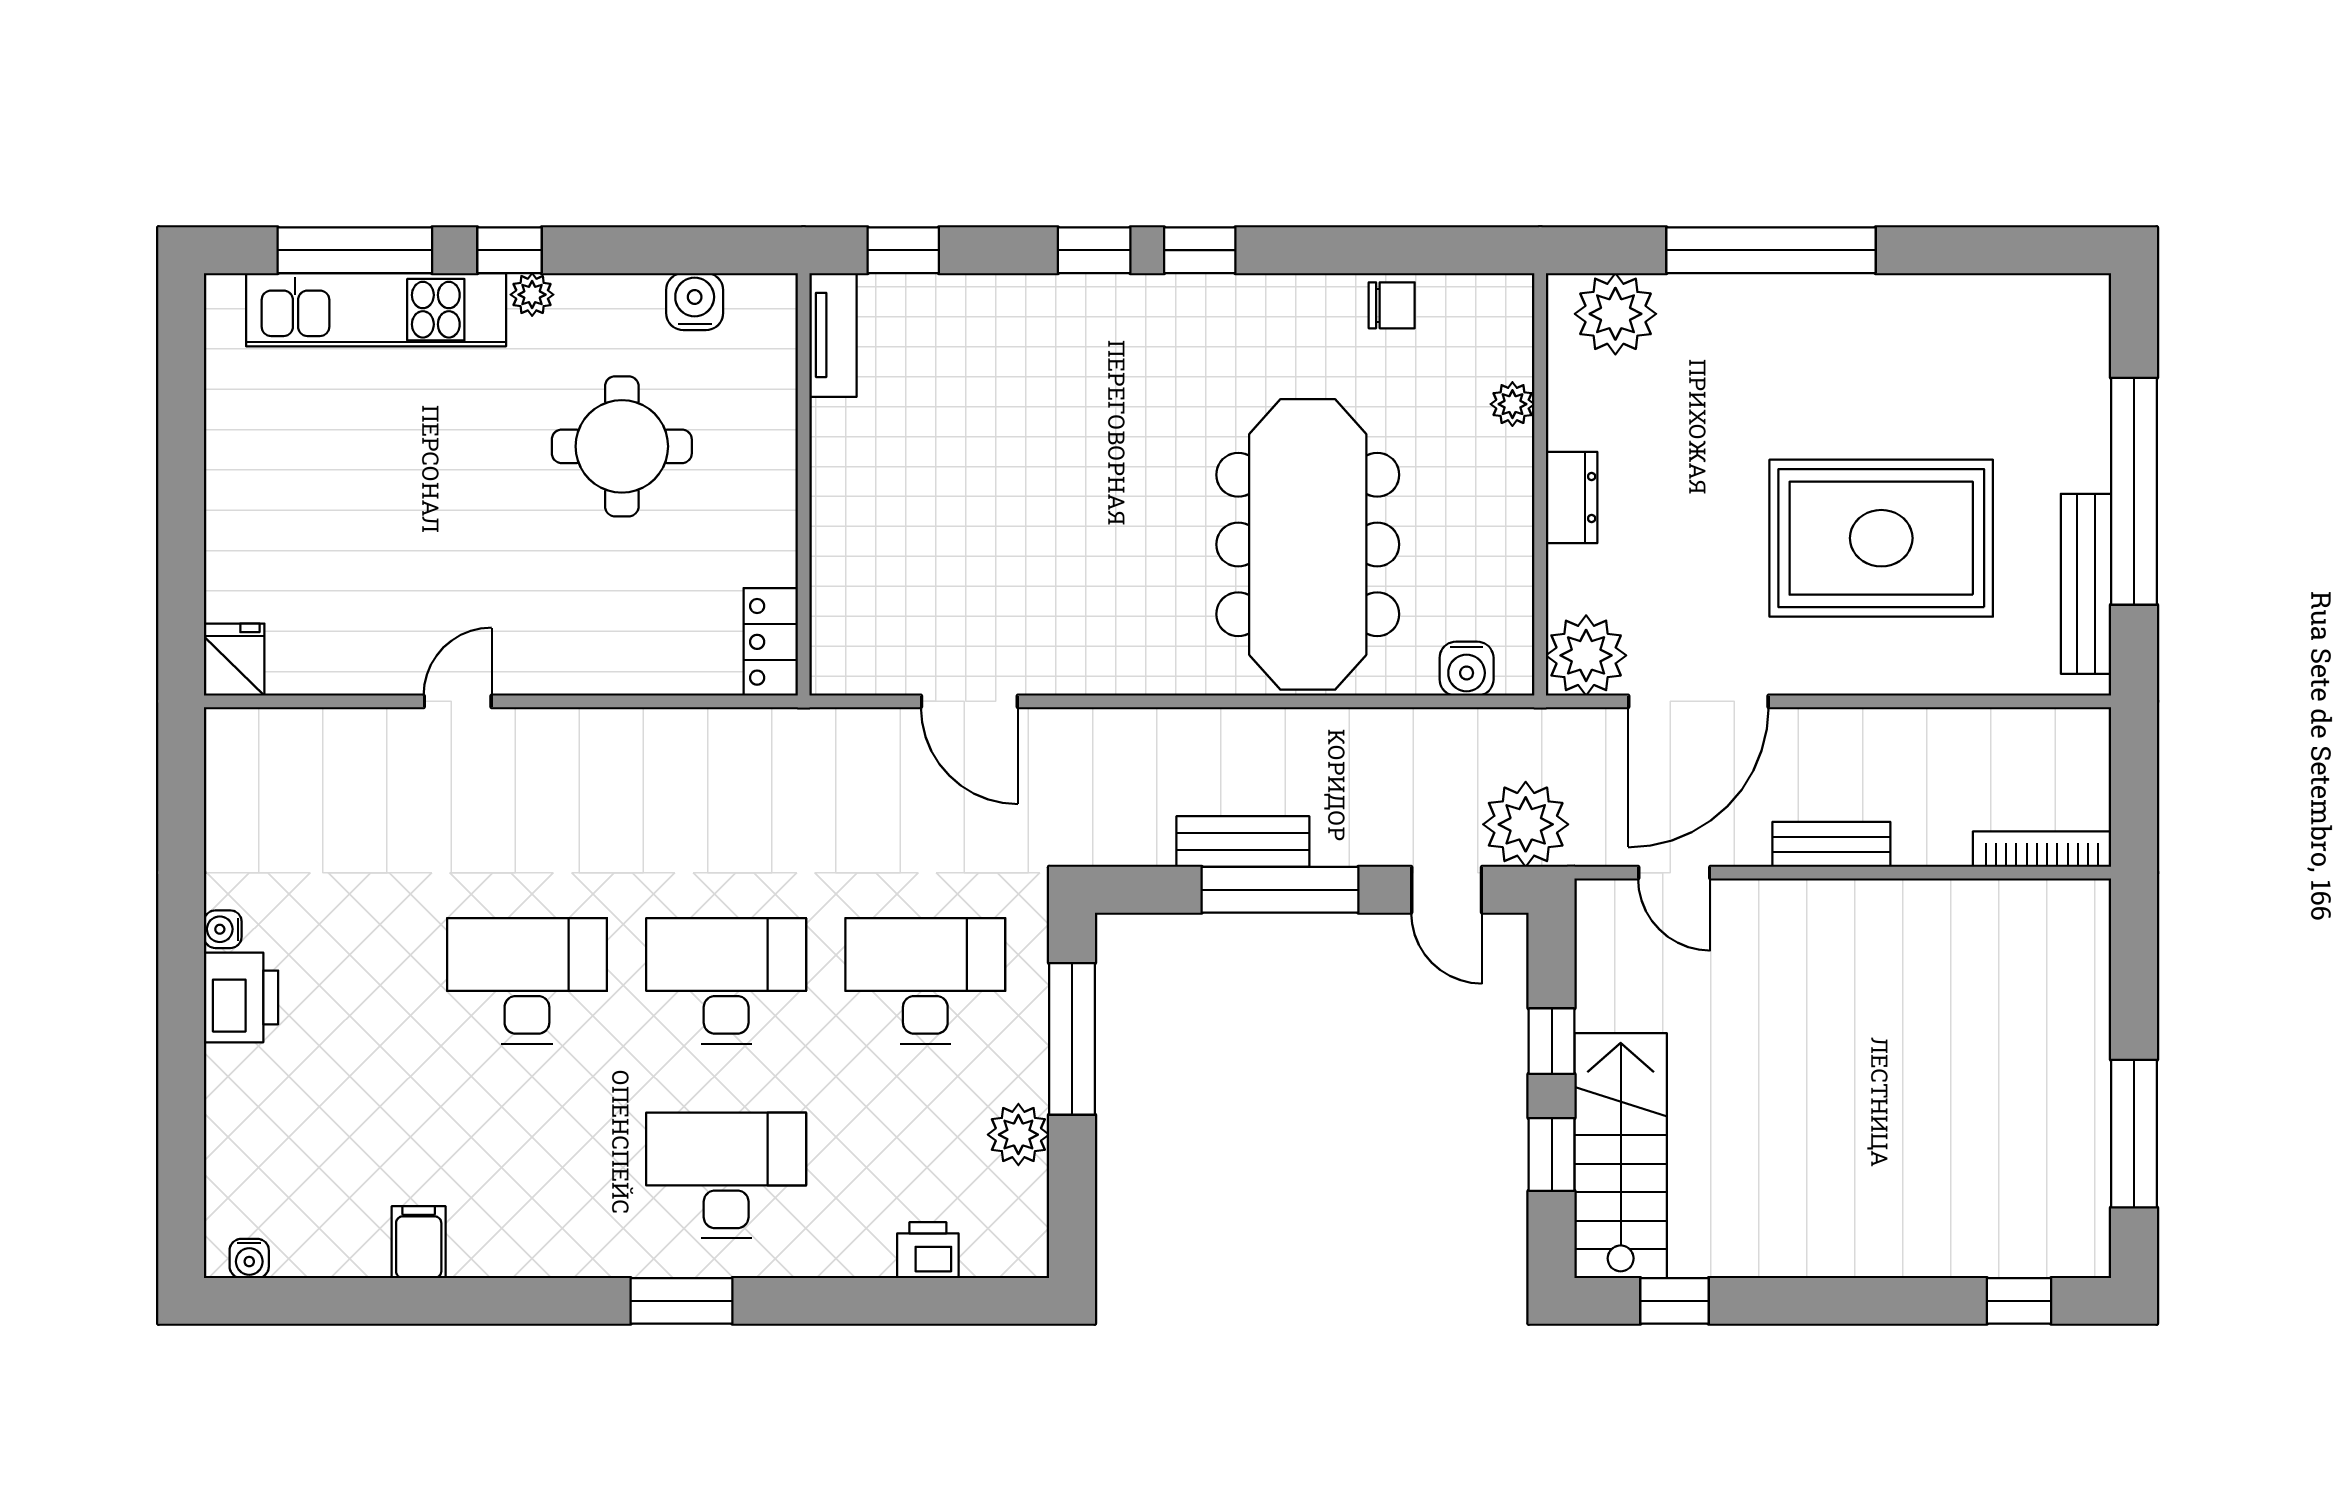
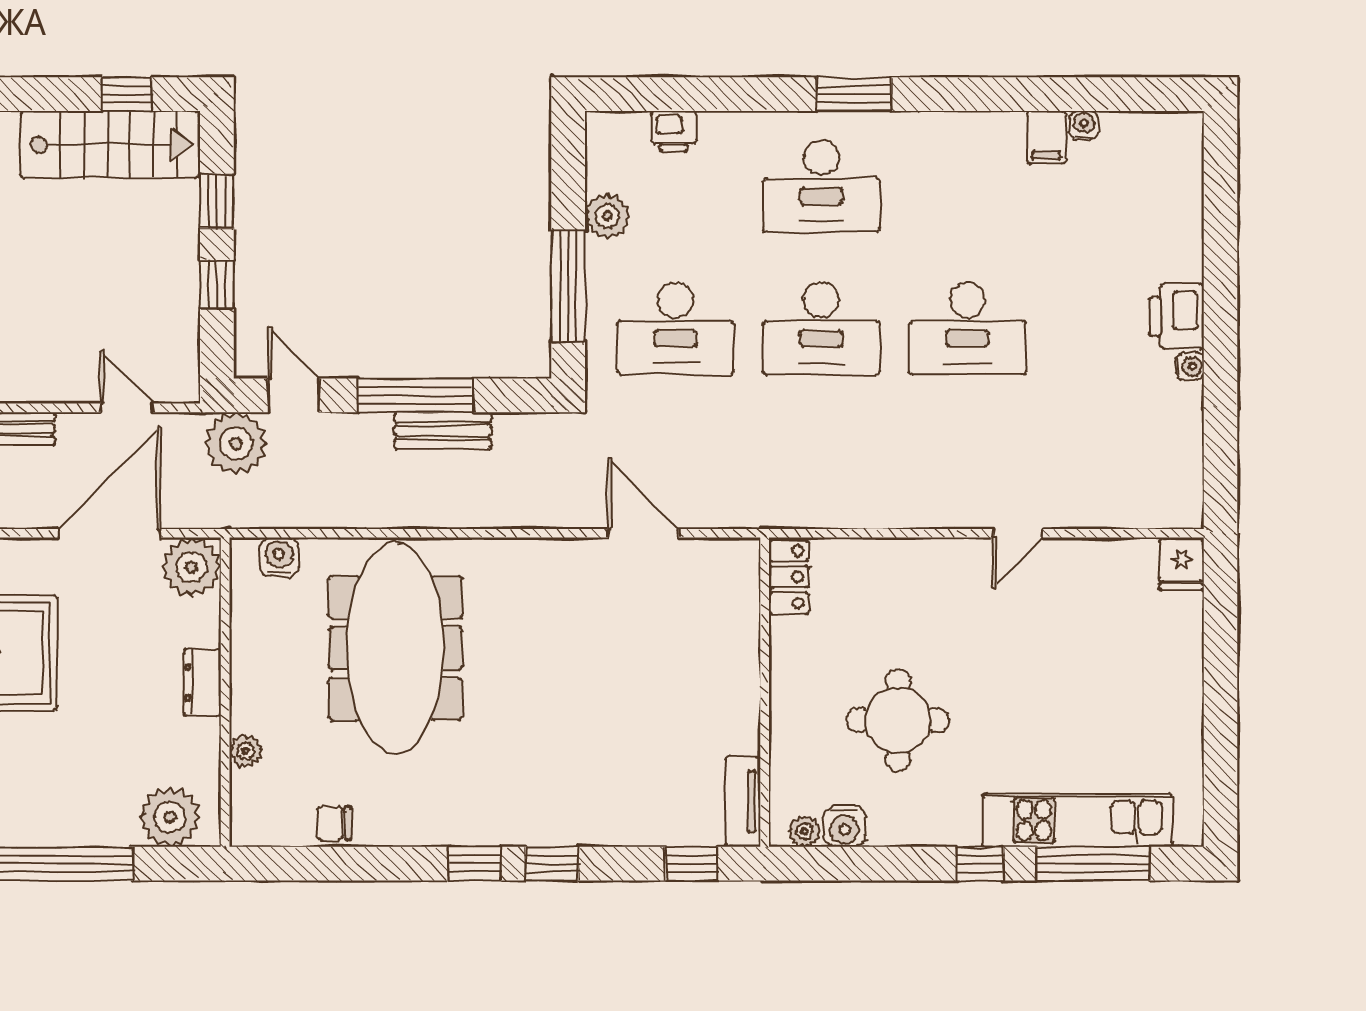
plant: (532, 295) -> (804, 831), moved
stairs: (1621, 1156) -> (110, 145), moved, turned -90
water cooler: (249, 1258) -> (1084, 125), moved

